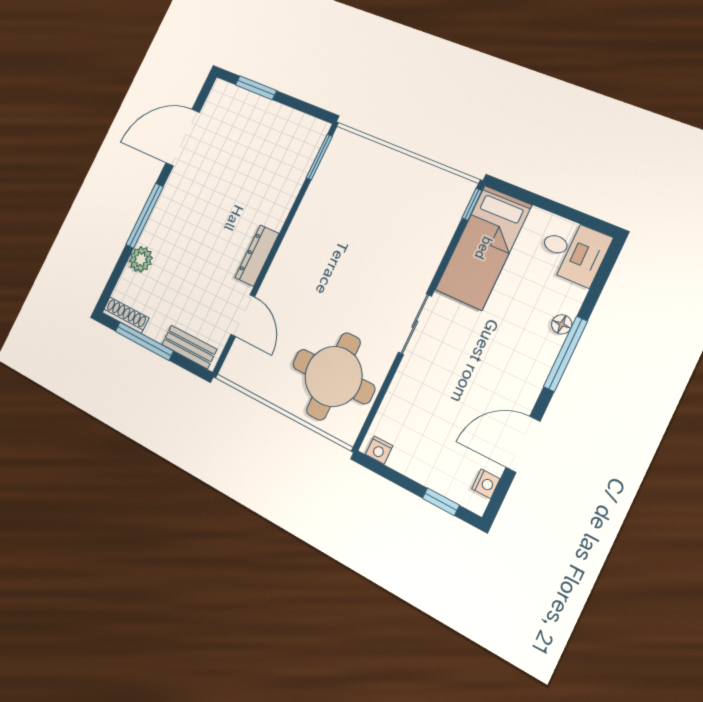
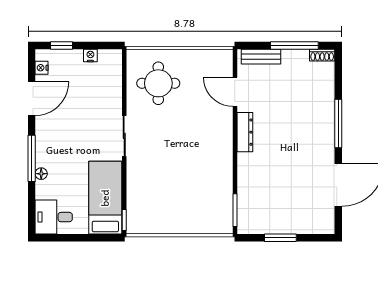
window: (256, 88) -> (280, 238), moved
plant: (141, 259) -> (325, 95), removed
shoe rack: (125, 315) -> (322, 55), width x0.70
round table: (333, 376) -> (158, 83), width x0.73, depth x0.73
nightstand: (379, 450) -> (90, 55), moved

